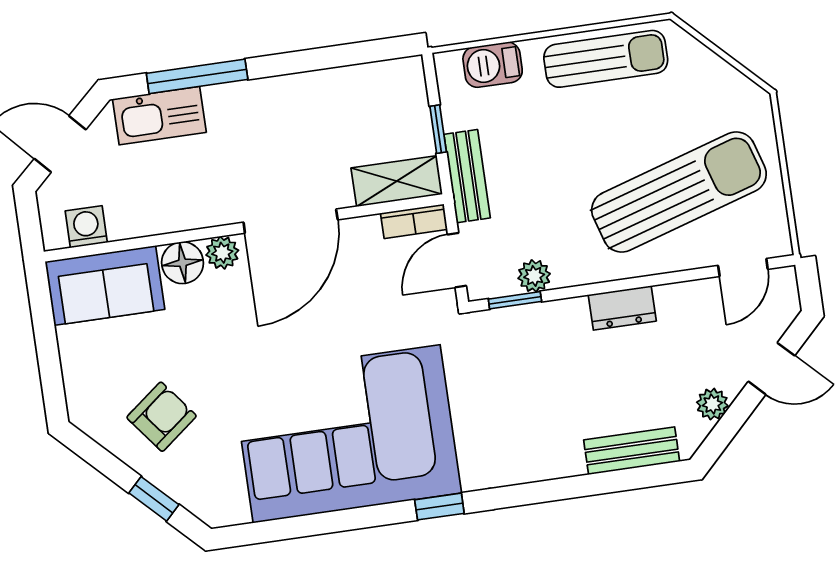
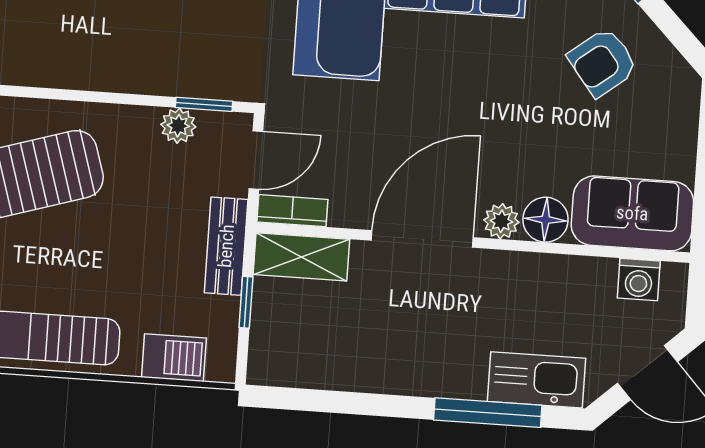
dresser: (622, 308) -> (93, 72), removed

